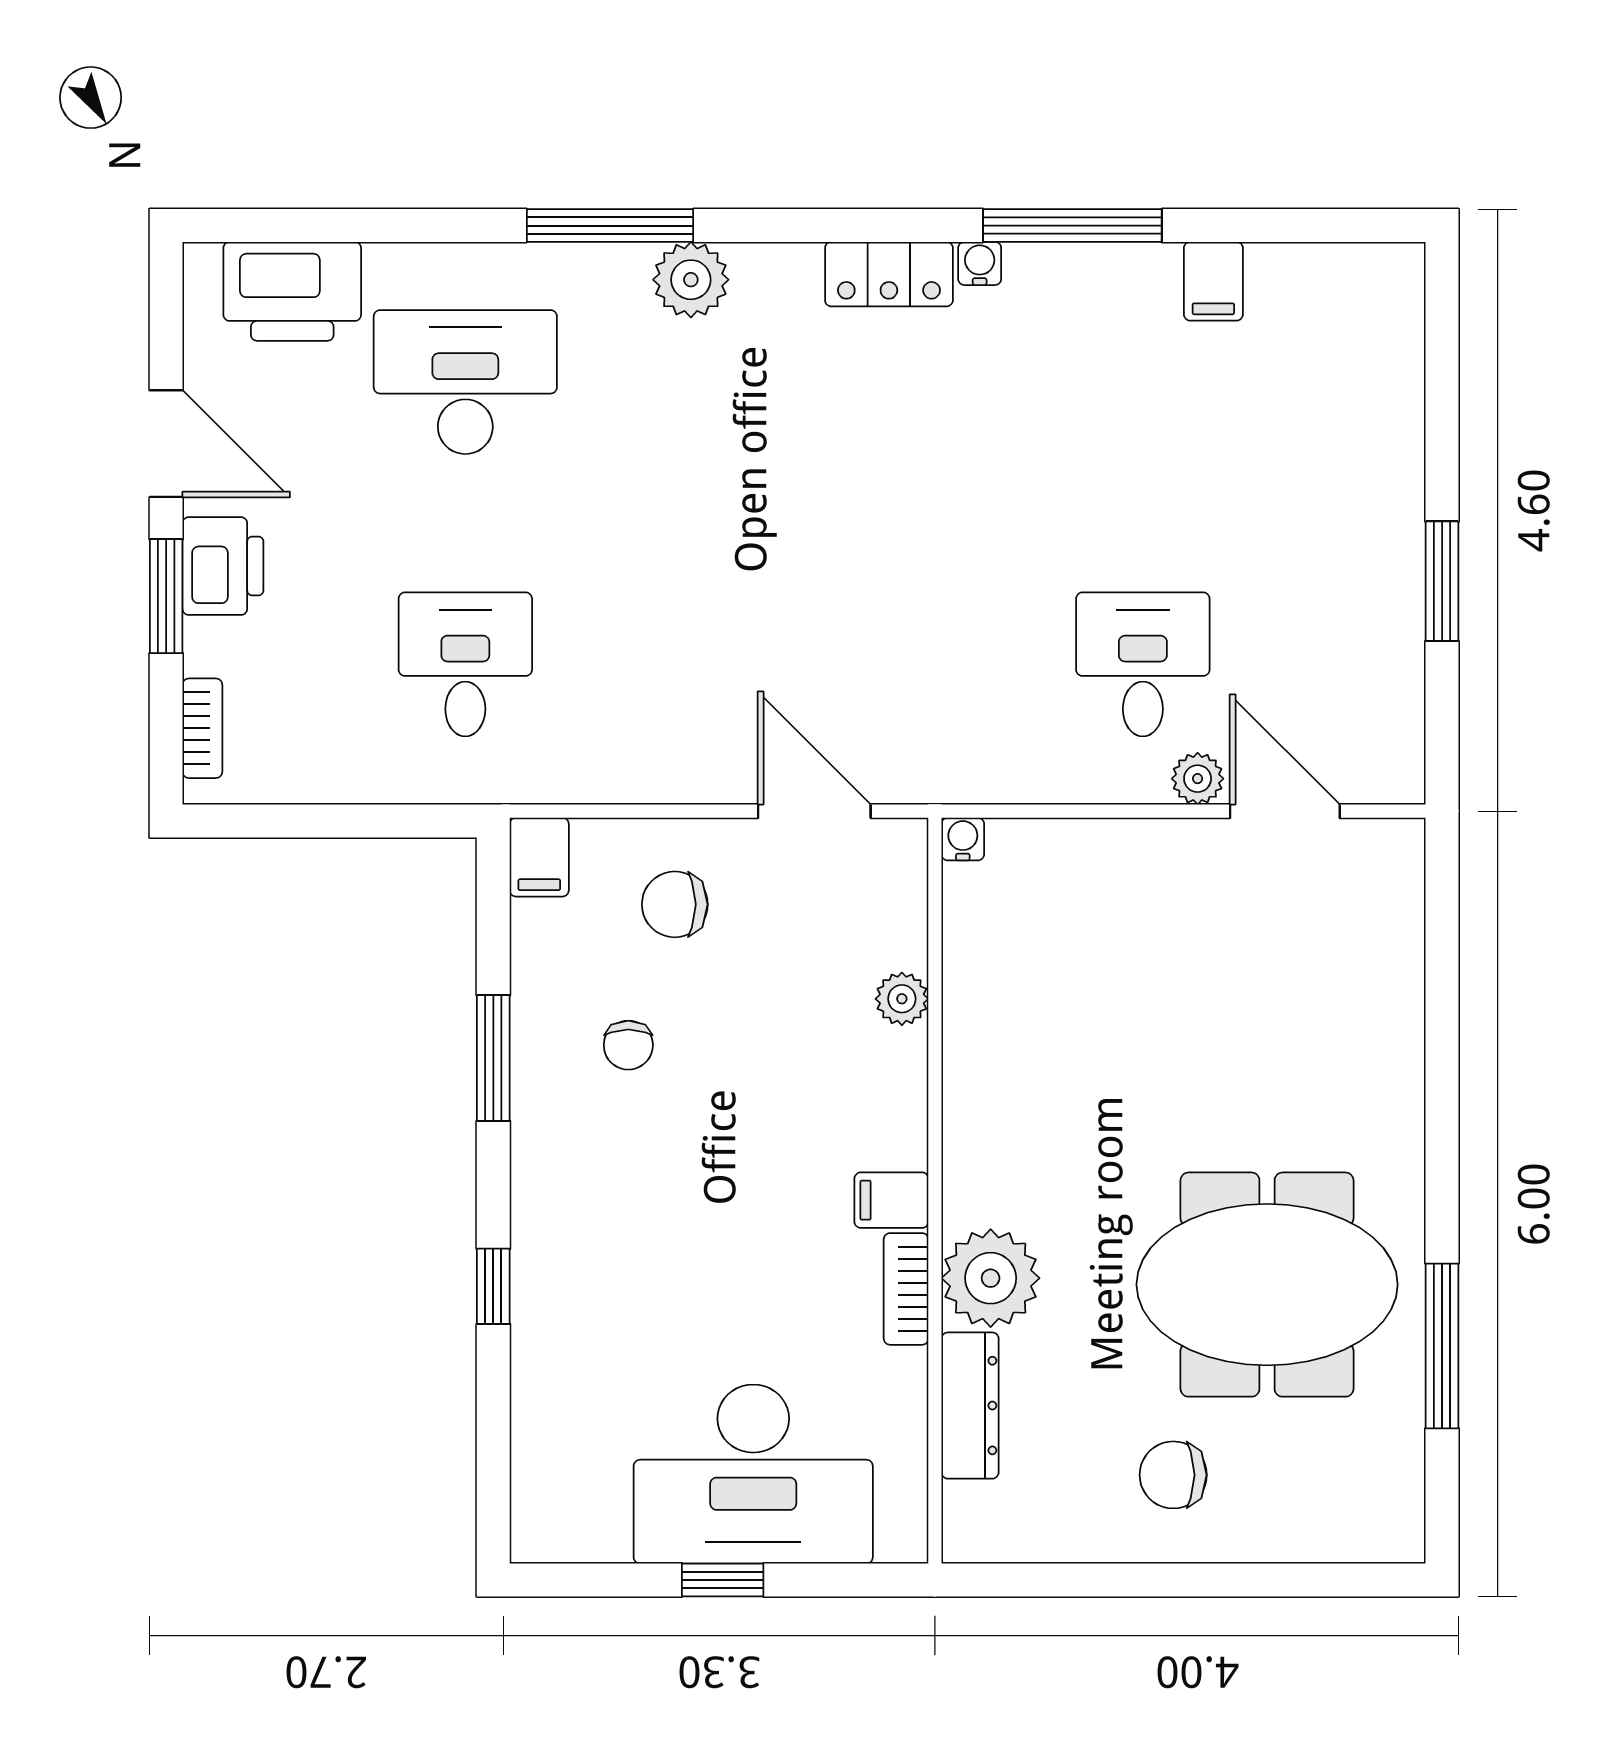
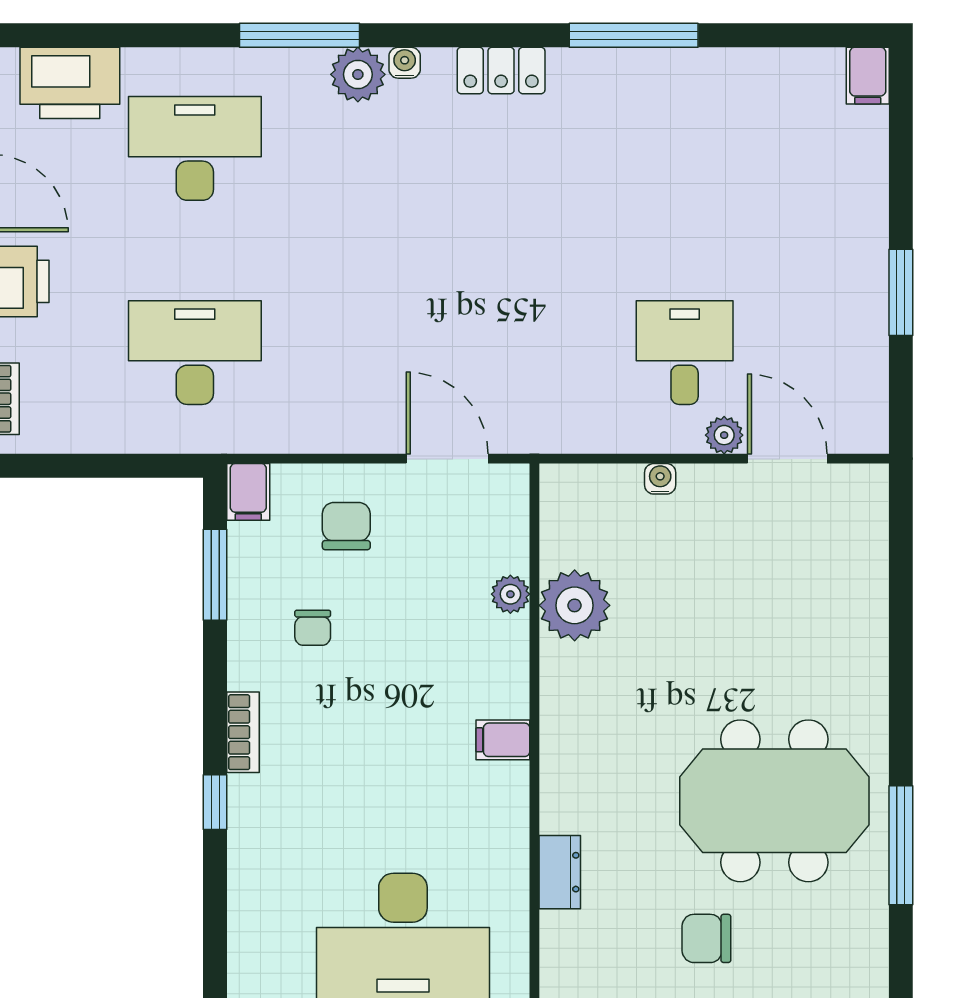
water cooler: (980, 263) -> (405, 63), moved
filing cabinet: (1213, 281) -> (868, 76), moved
desk: (465, 664) -> (195, 353), width x1.37
water cooler: (963, 839) -> (660, 479), moved
chair: (675, 904) -> (346, 526), turned 90
window: (493, 1058) -> (215, 575), moved
plant: (991, 1278) -> (575, 605), moved
bookcase: (906, 1289) -> (243, 732), moved, turned 180
dresser: (970, 1406) -> (560, 872), width x0.70

